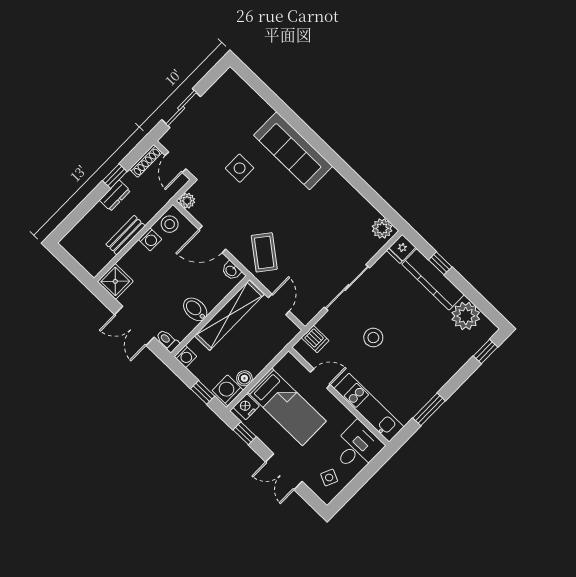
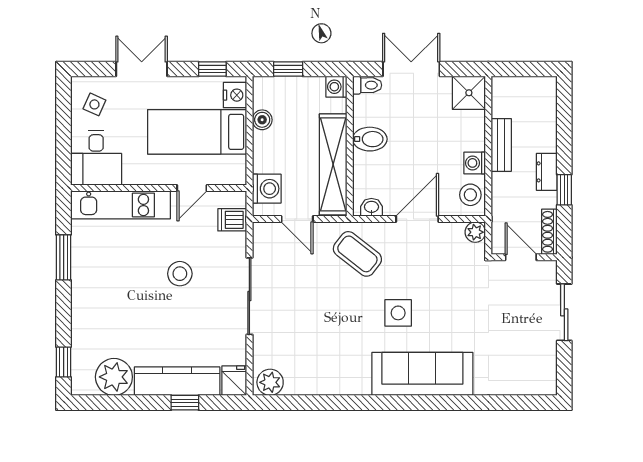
side table: (240, 168) -> (398, 313), moved
washing machine: (228, 390) -> (267, 189), moved

